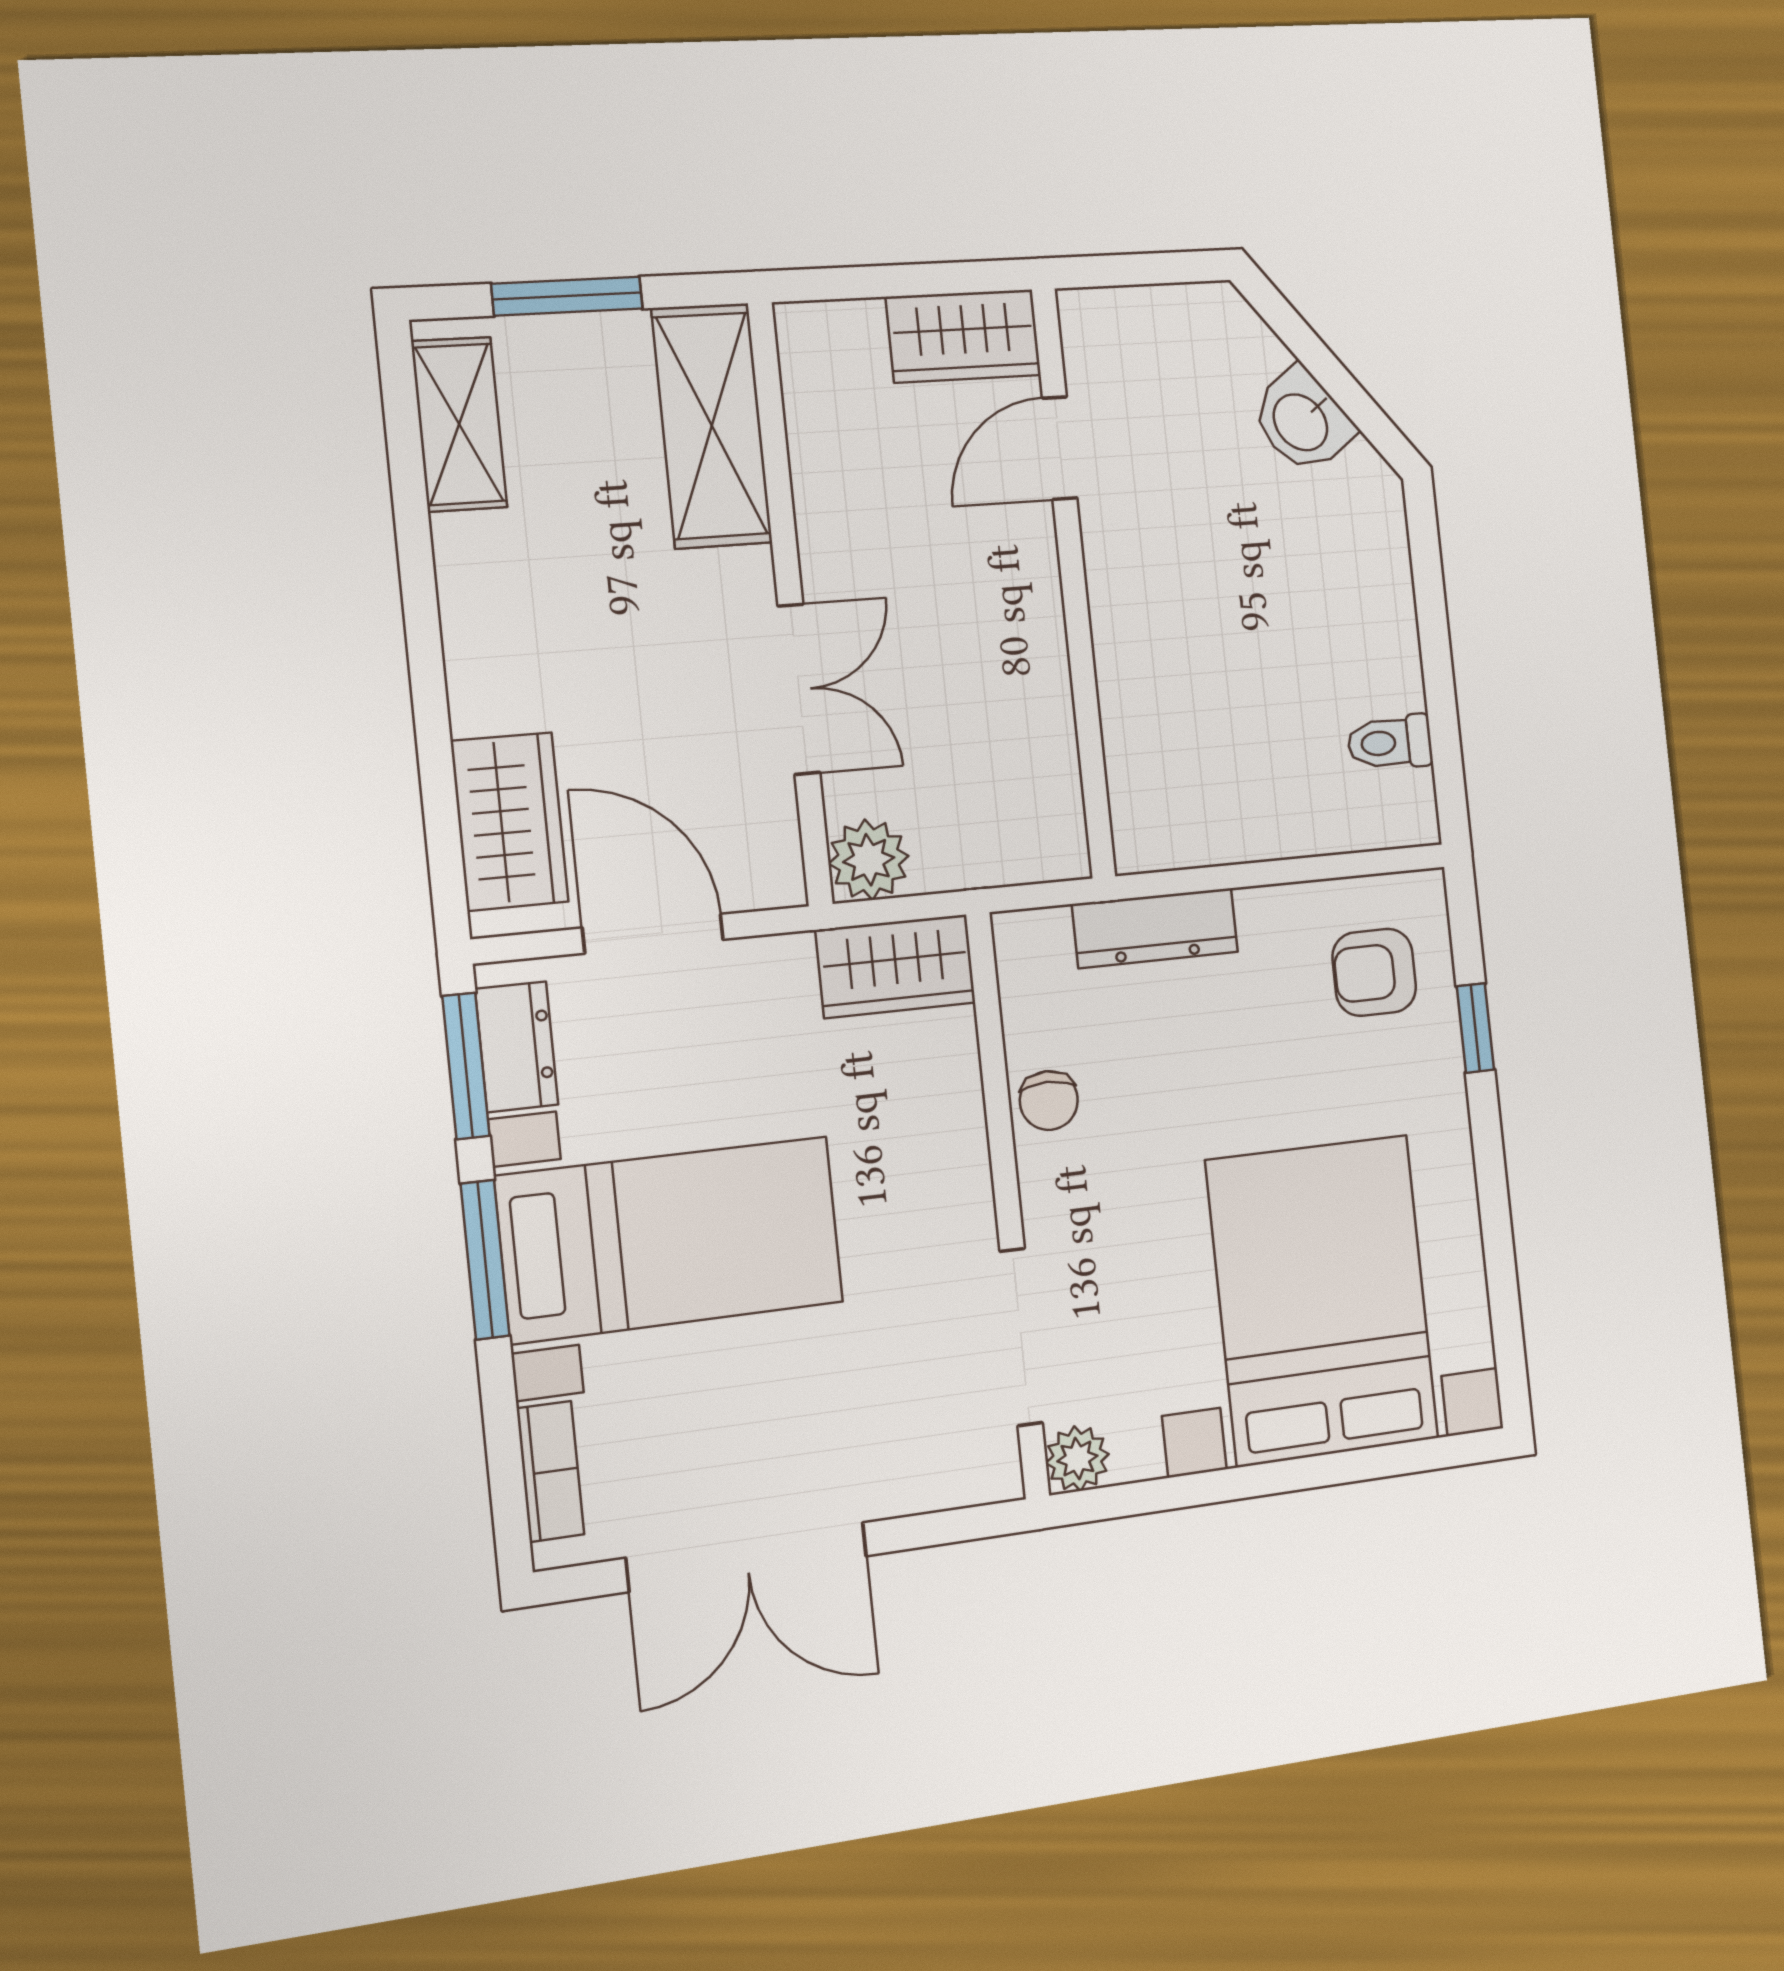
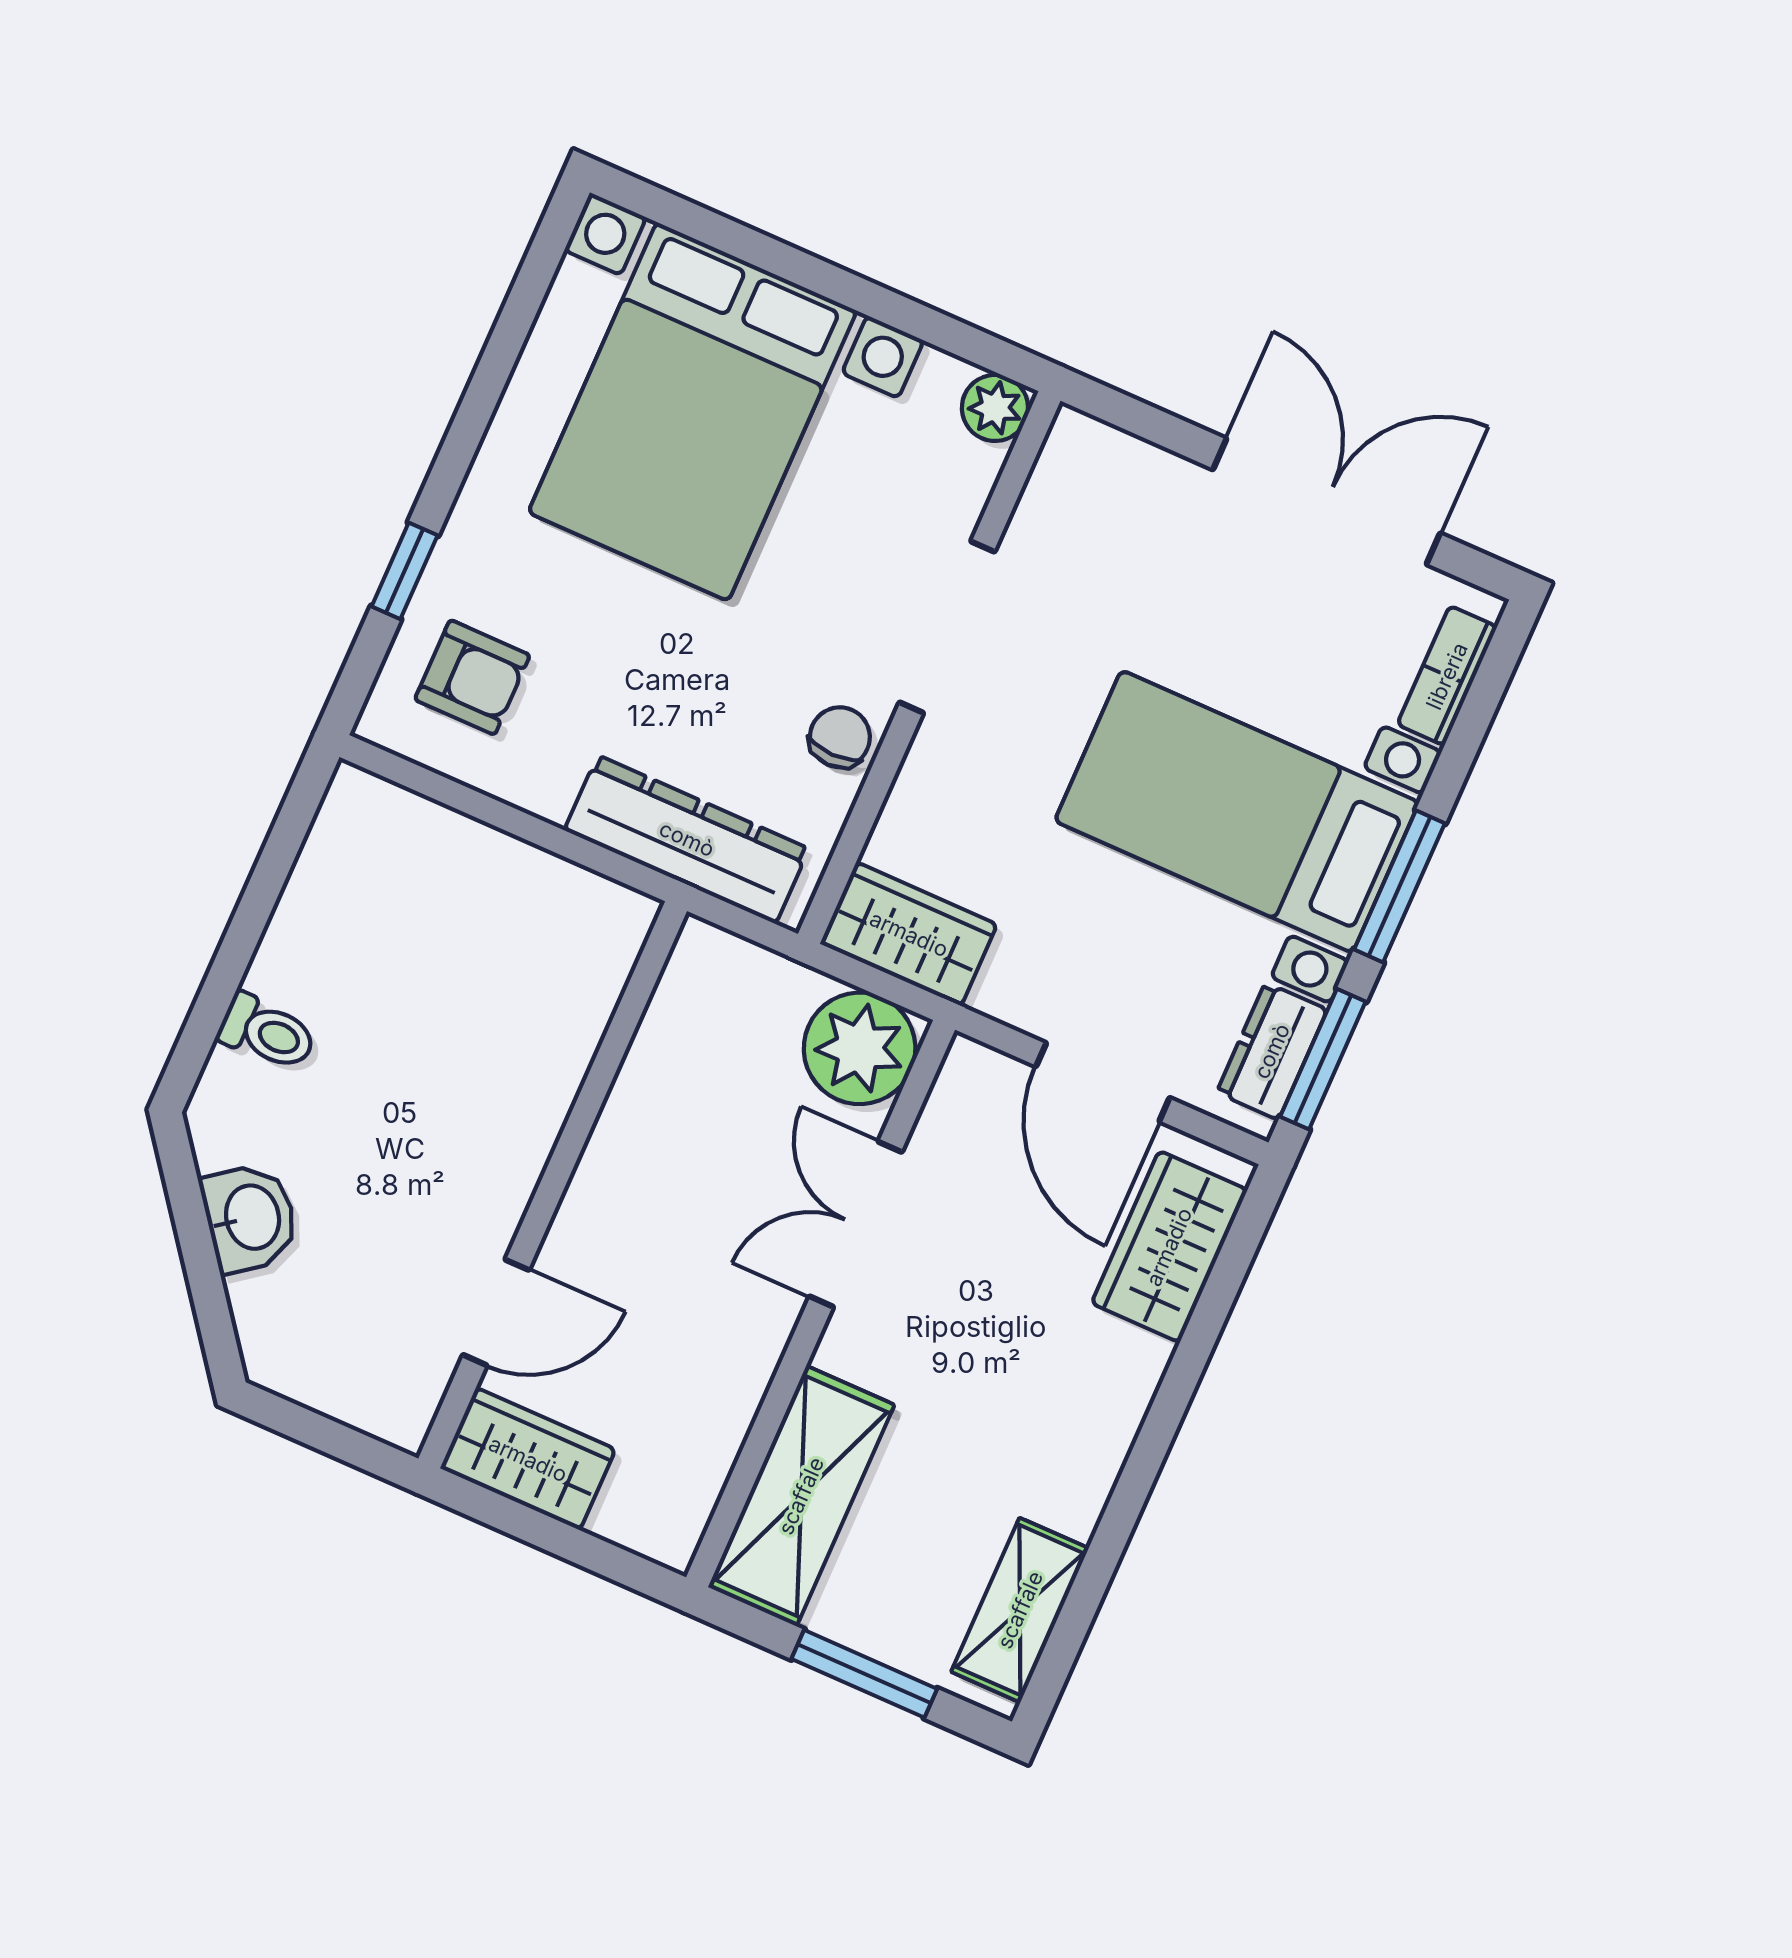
toilet: (1390, 742) -> (267, 1032), moved
plant: (869, 860) -> (860, 1048), width x1.36, depth x1.36
dresser: (1155, 928) -> (687, 839), width x1.37, depth x1.24
doorway: (1021, 1337) -> (947, 627), moved

